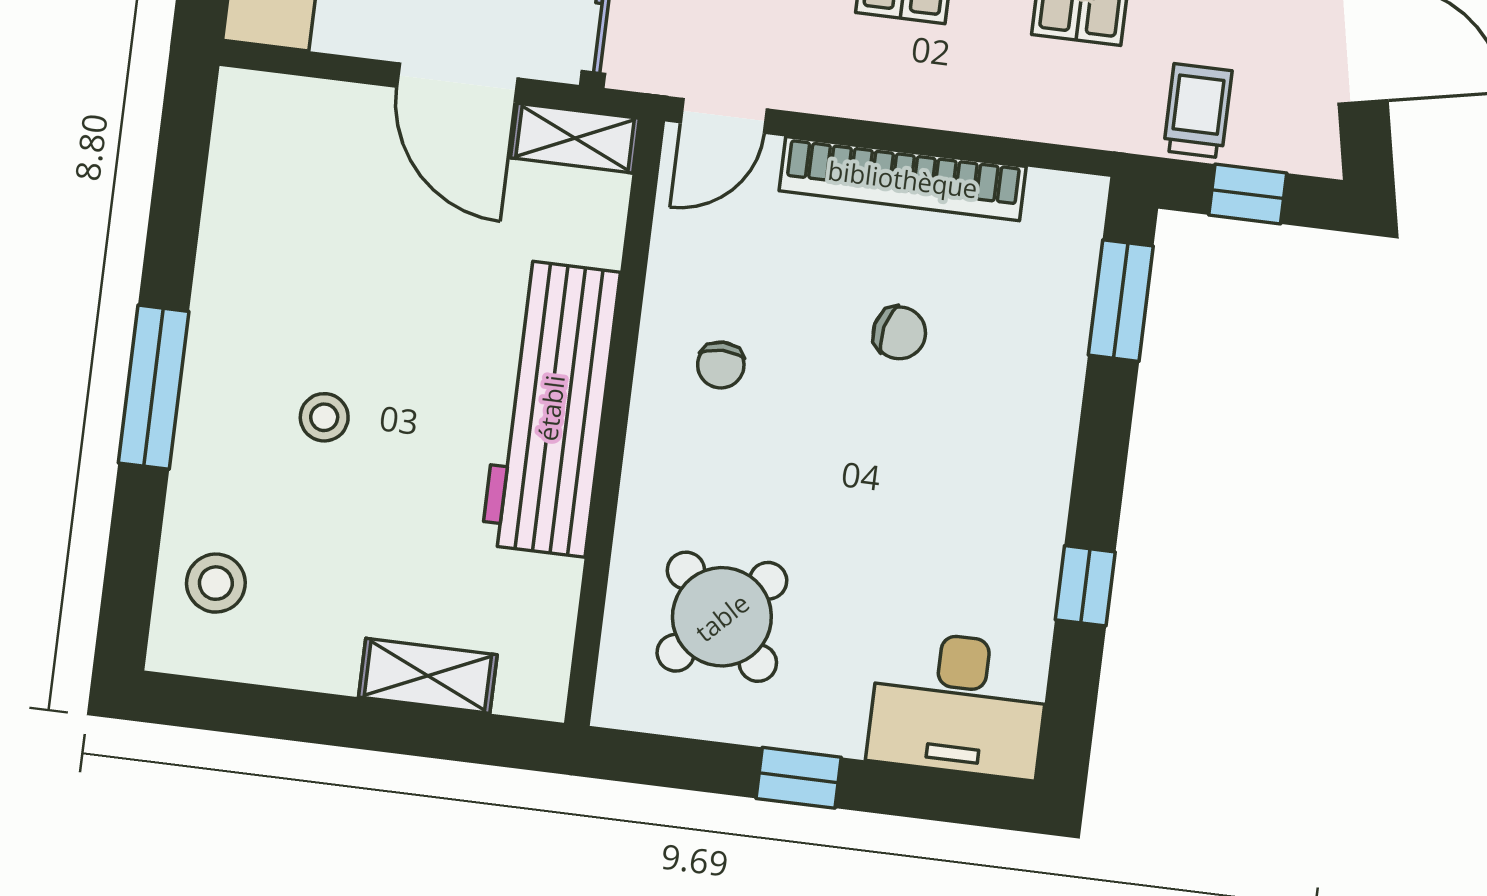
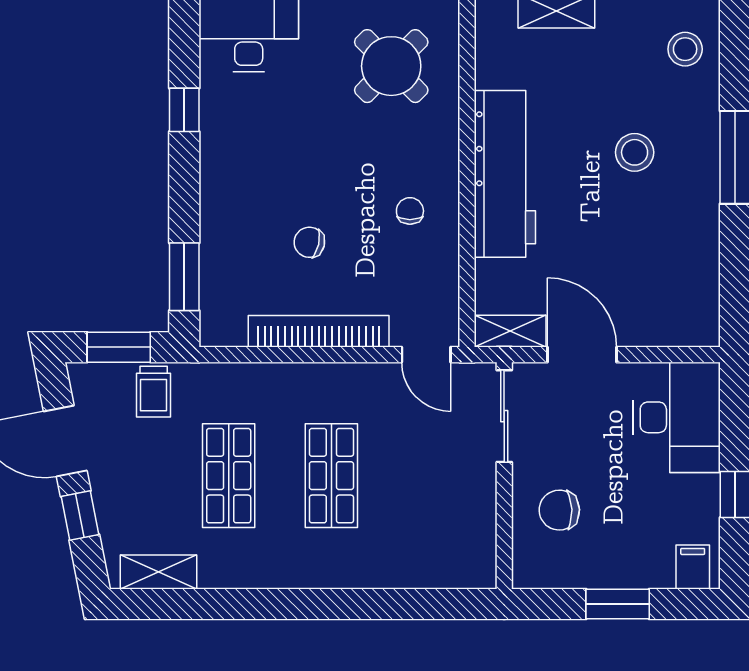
door: (724, 116) -> (426, 355), swing flipped
window: (1248, 194) -> (119, 347), width x1.50
stool: (324, 417) -> (635, 152), width x1.37, depth x1.37

